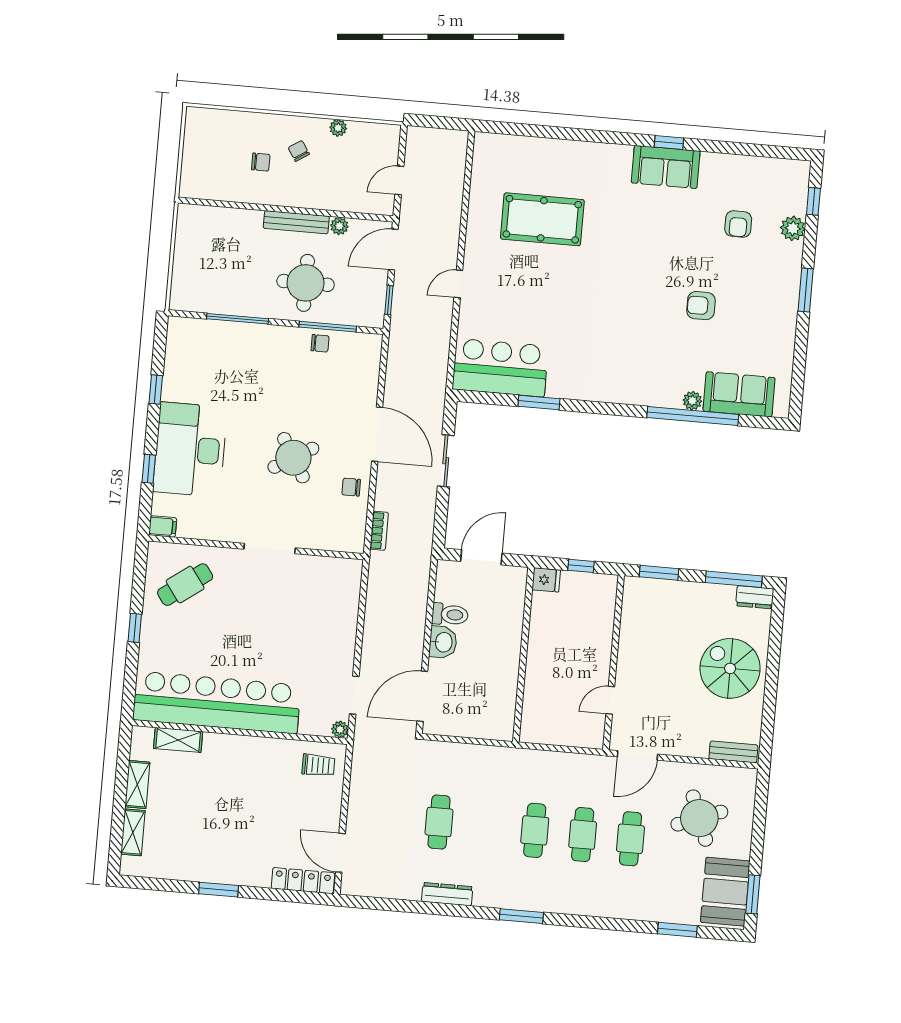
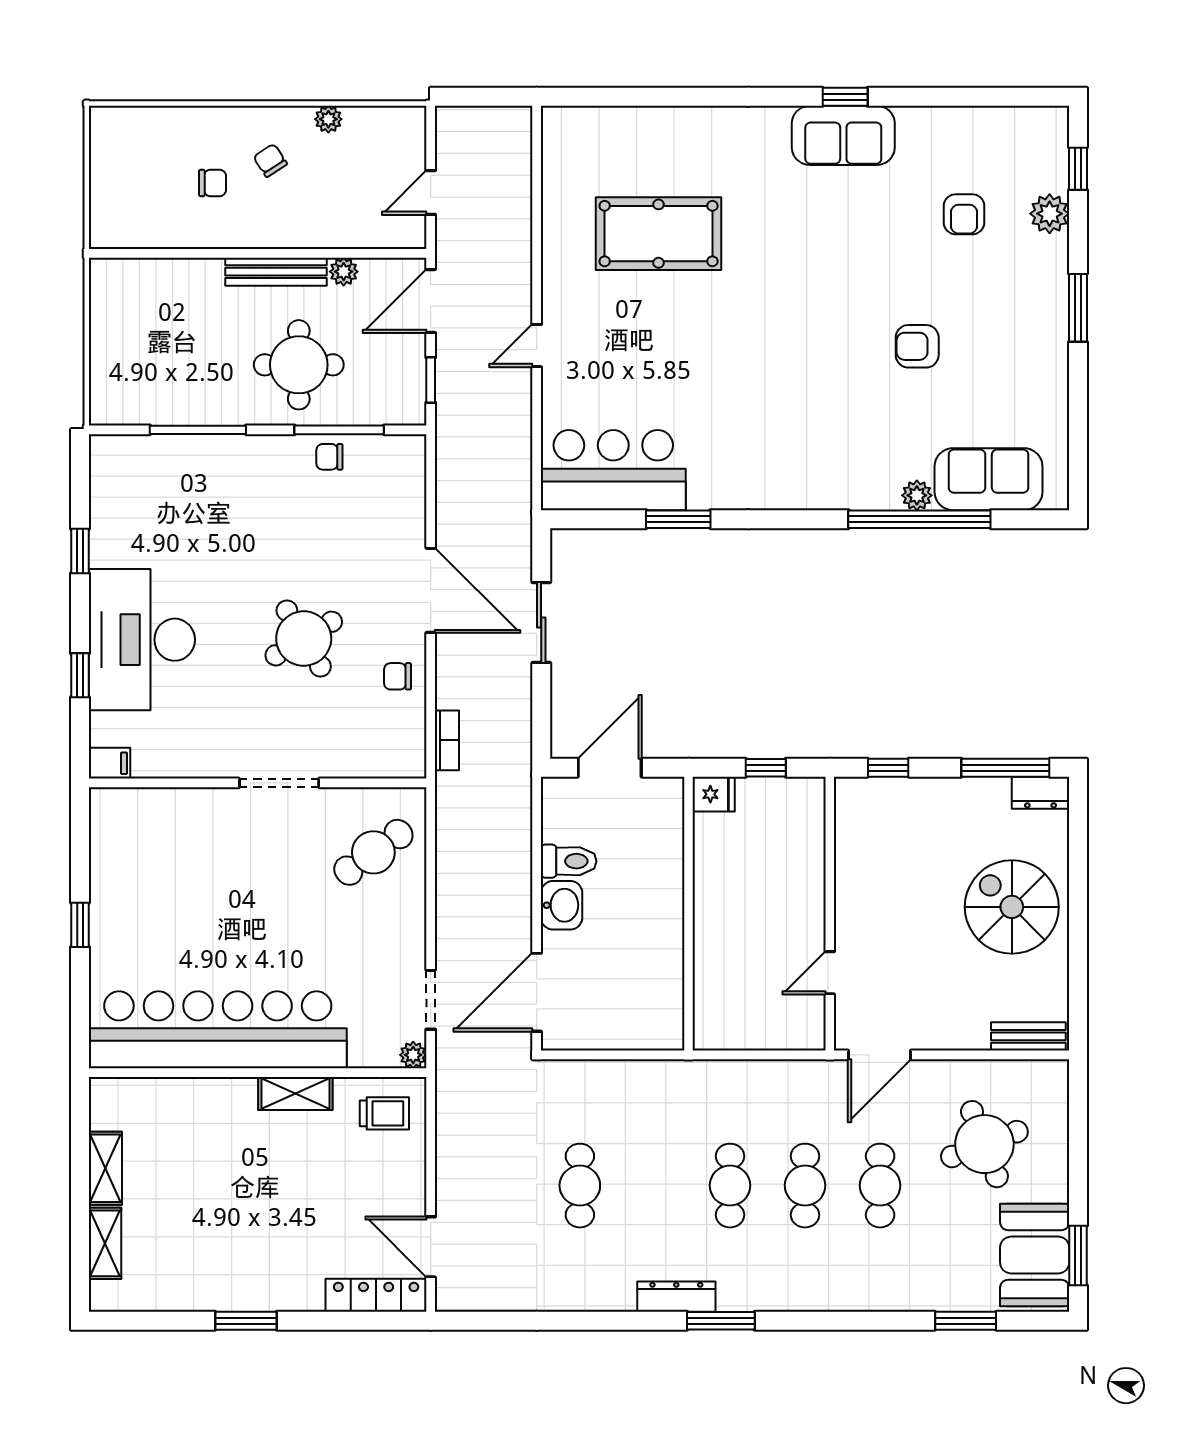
chair: (320, 343) -> (329, 457), turned 180
window: (659, 573) -> (888, 768), width x0.67
cafe table: (185, 585) -> (373, 852), moved
shelving: (178, 740) -> (295, 1093), moved
dresser: (447, 894) -> (676, 1297), moved

